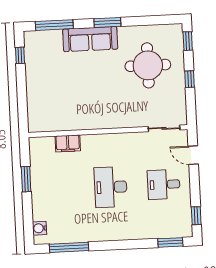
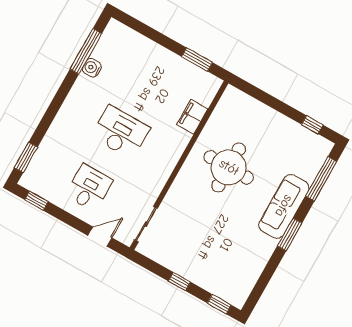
round table: (148, 65) -> (229, 167), moved
window: (26, 179) -> (197, 60), moved
water cooler: (40, 228) -> (92, 68), moved, turned -90

